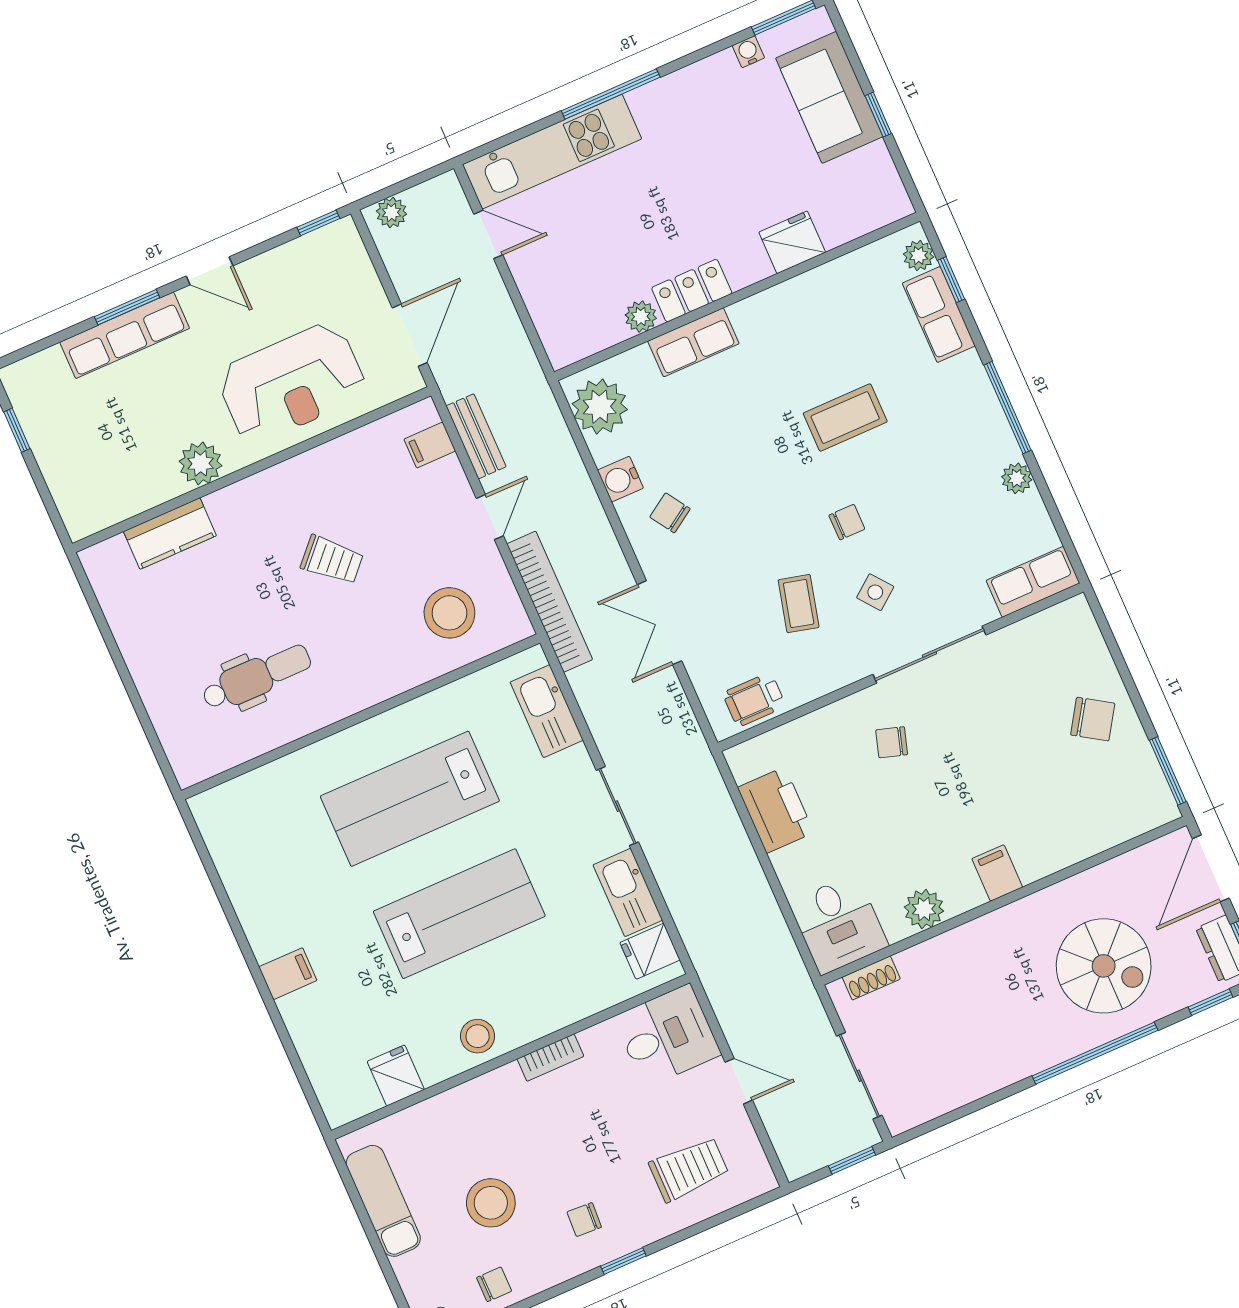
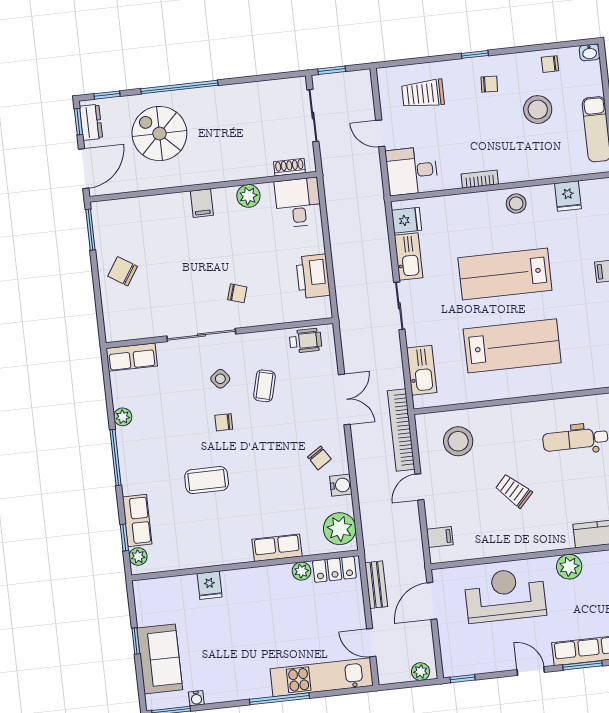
fridge: (792, 242) -> (210, 585), width x0.72
locker: (692, 291) -> (334, 569), moved
bench: (476, 436) -> (376, 585), moved

